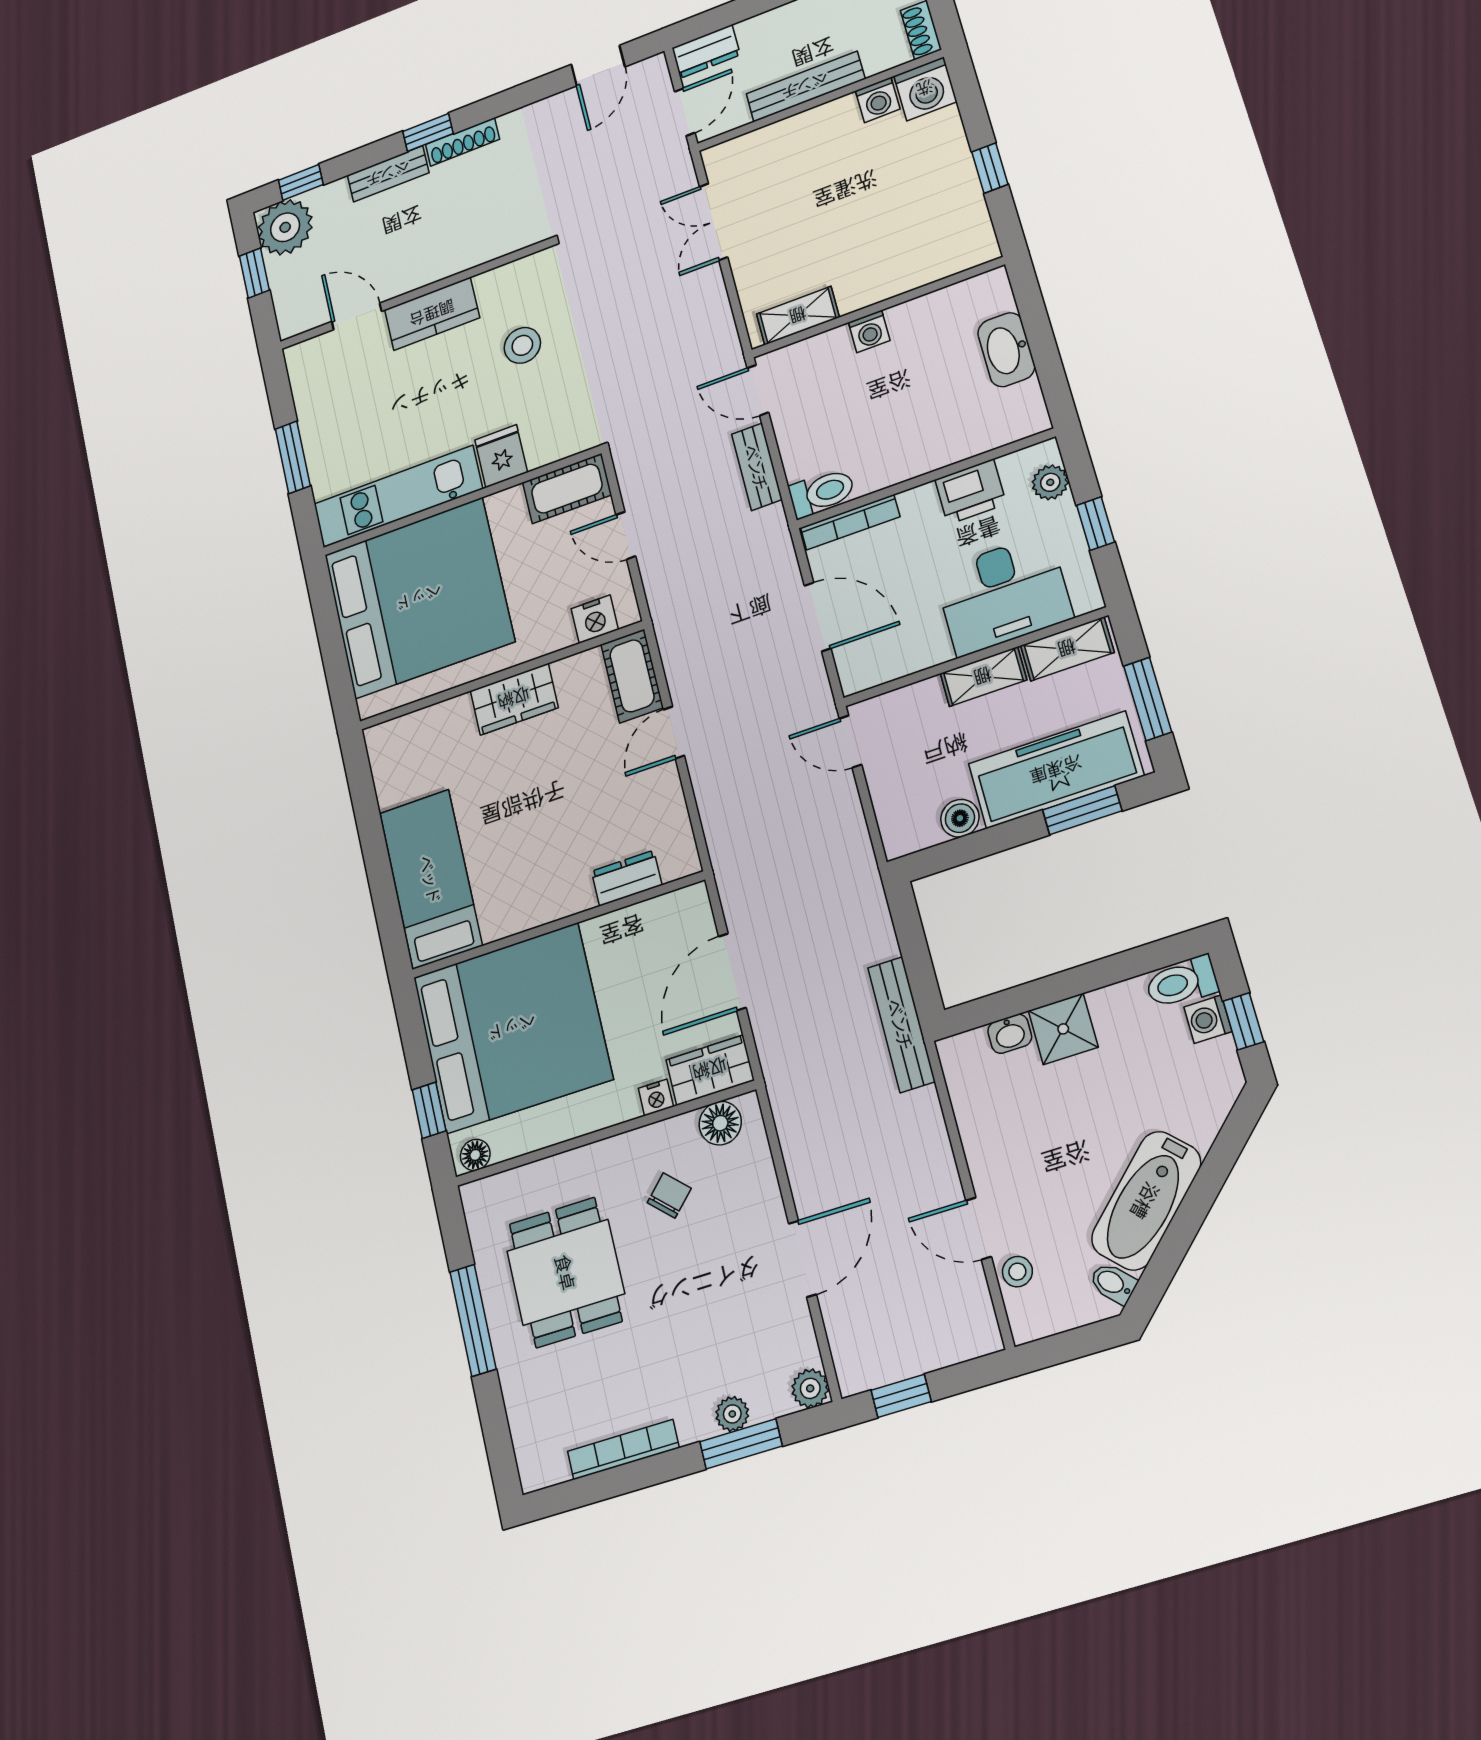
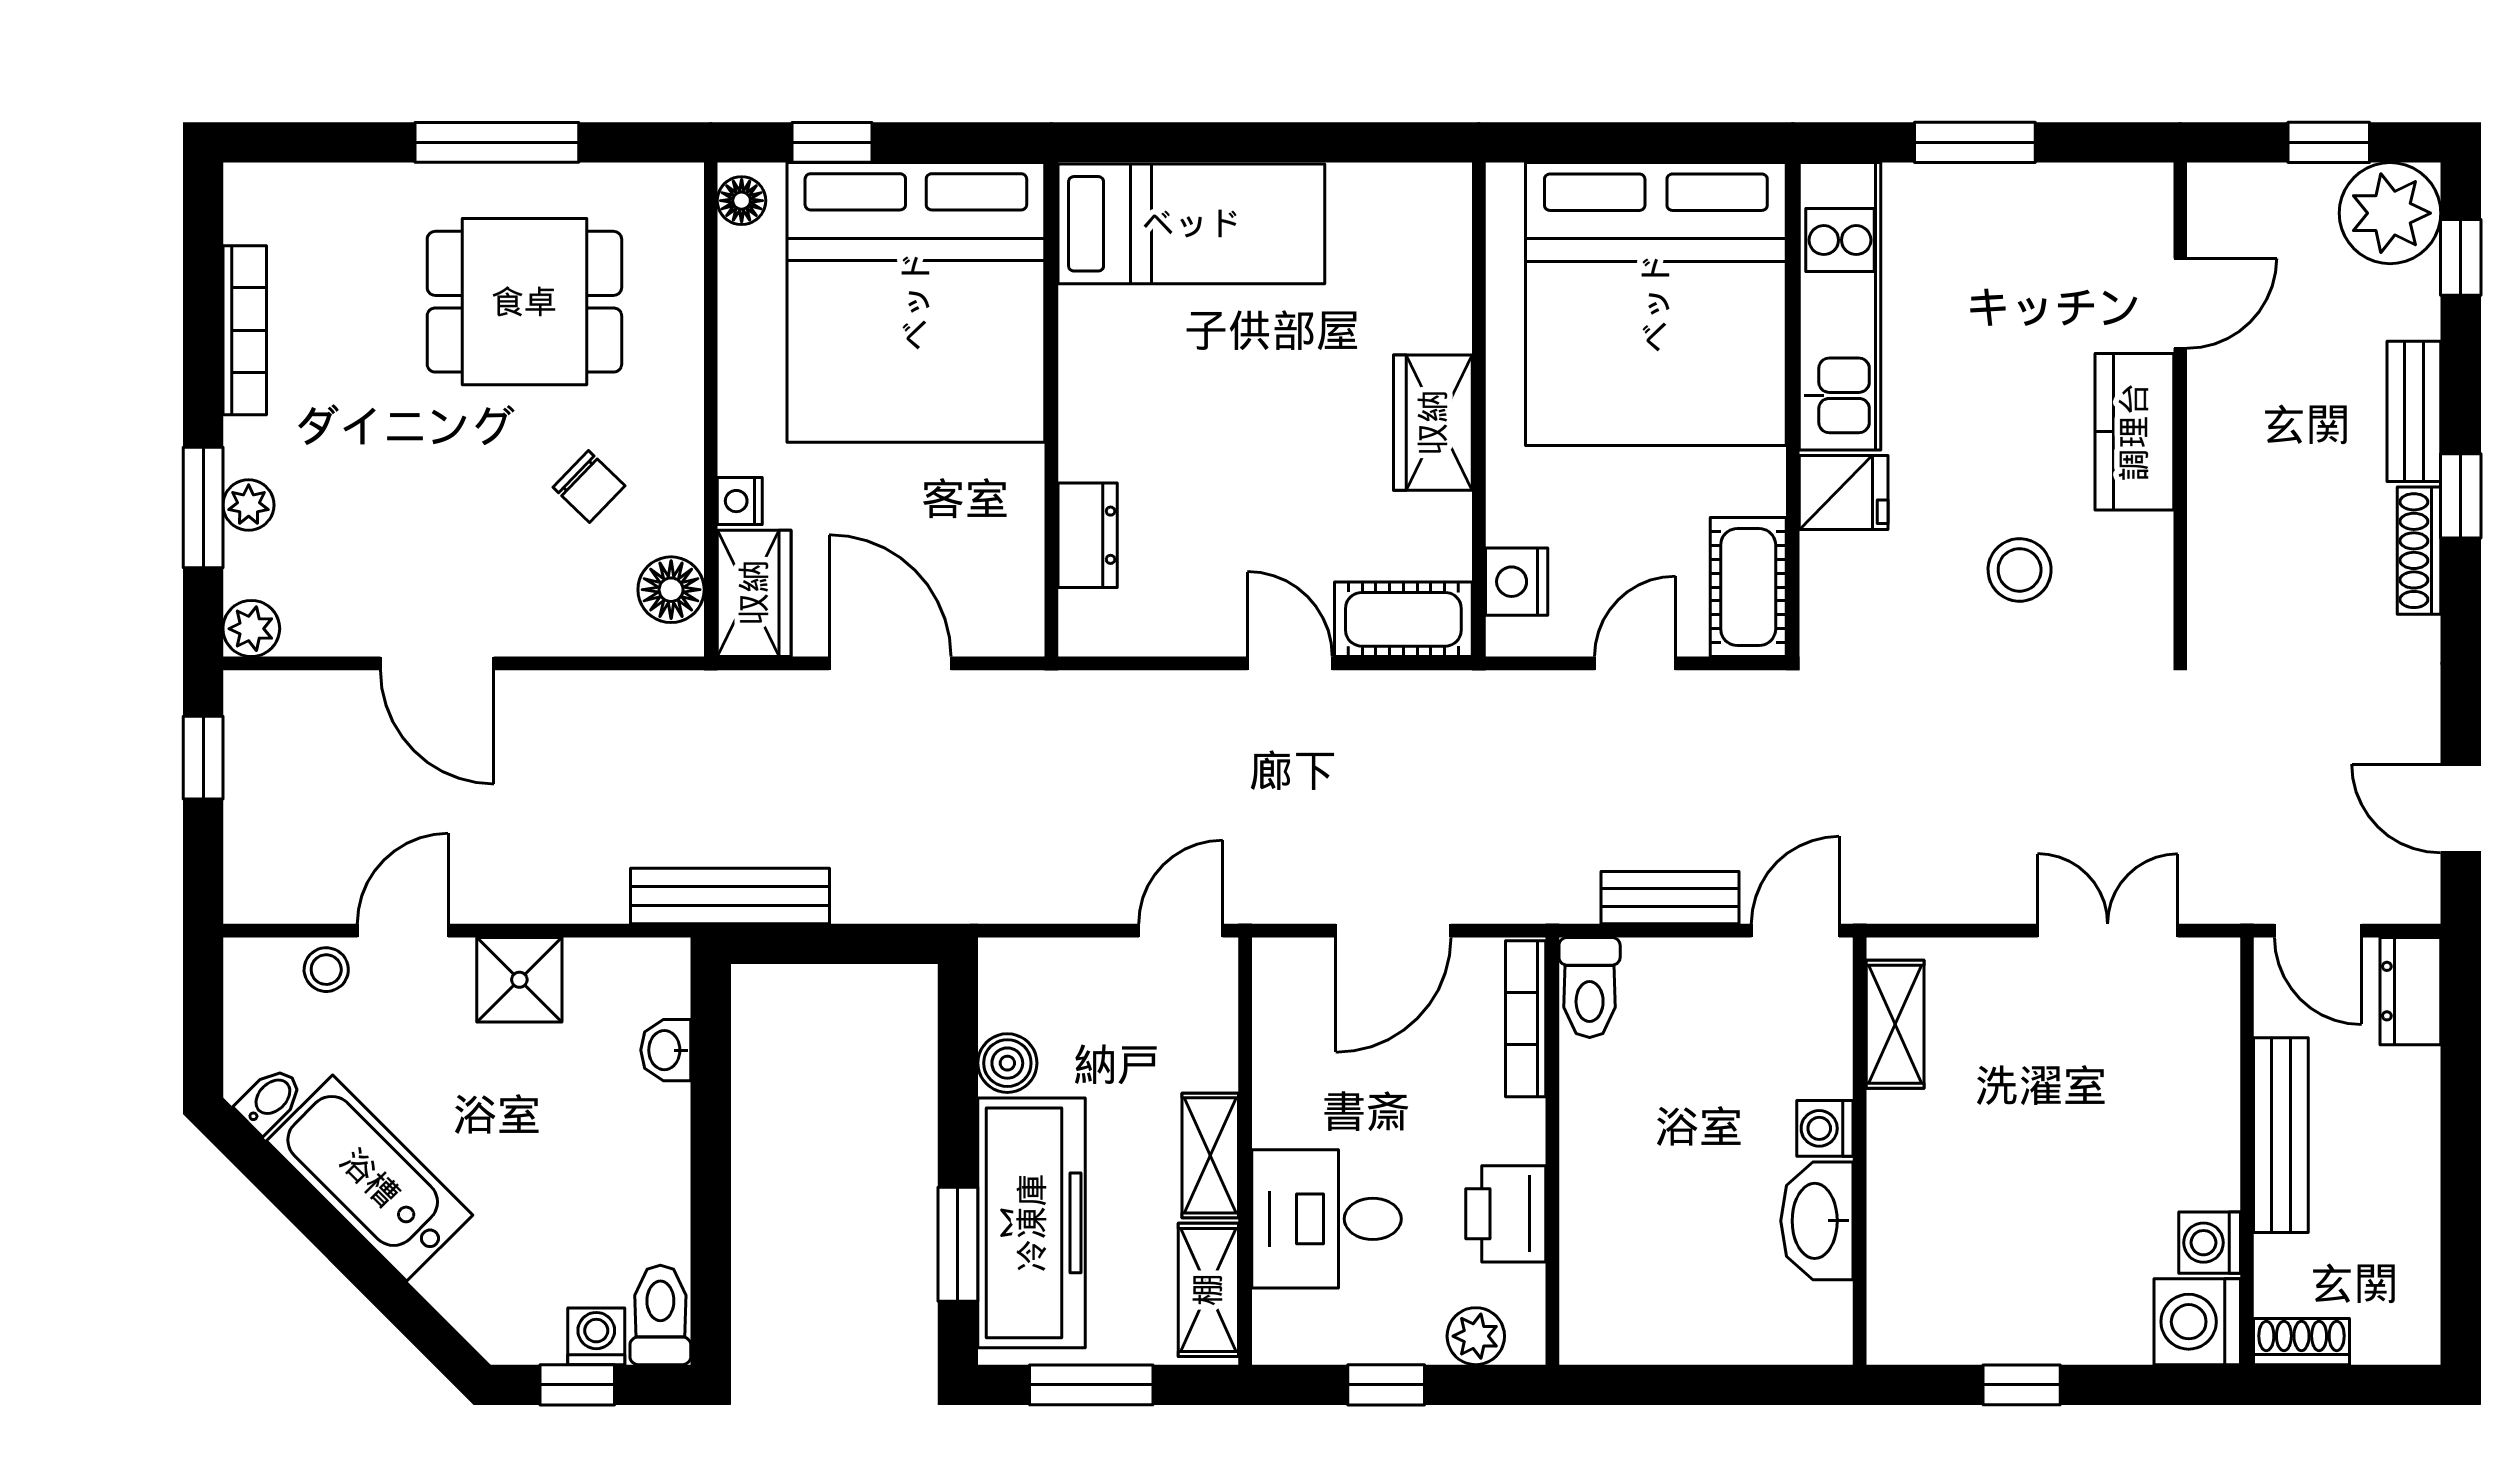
washbasin: (1006, 350) -> (1817, 1221), moved, turned -90
desk: (1003, 594) -> (1326, 1219), width x0.73
shower: (1063, 1029) -> (519, 980), moved

